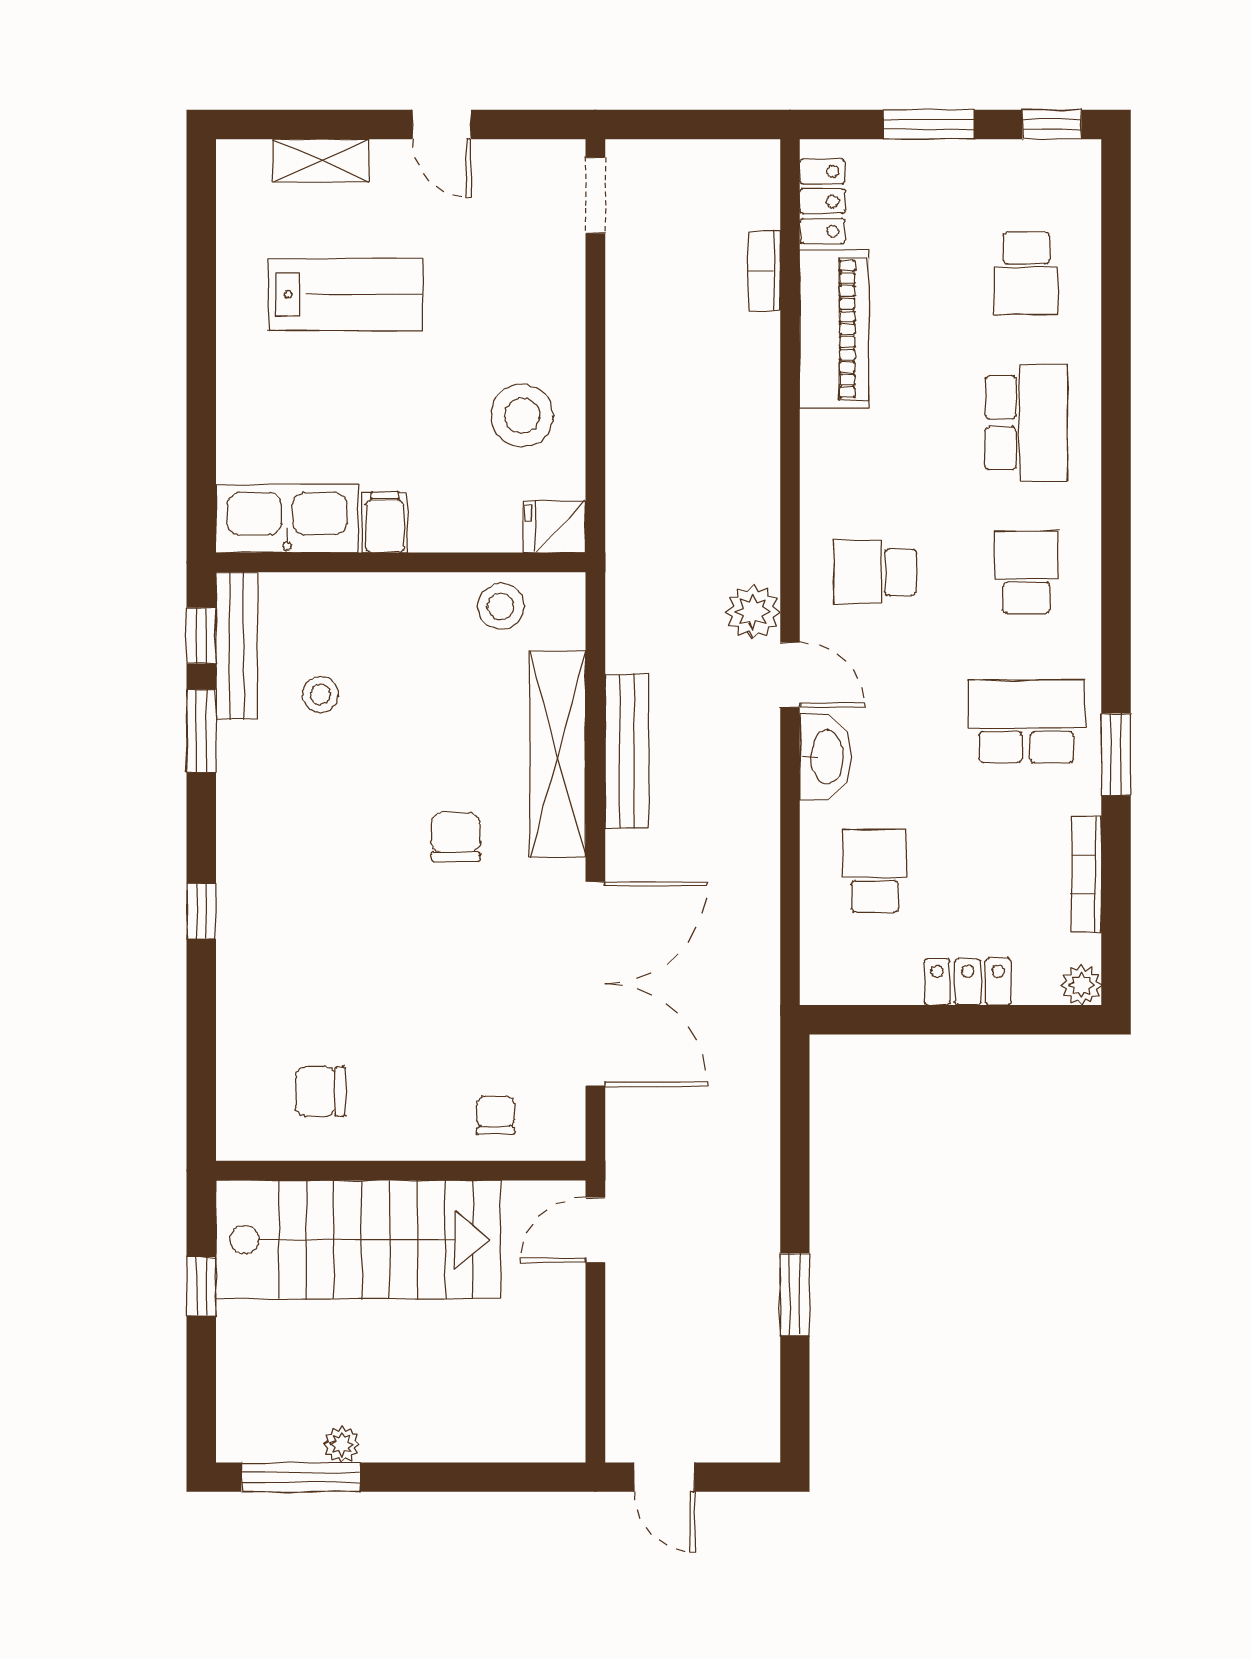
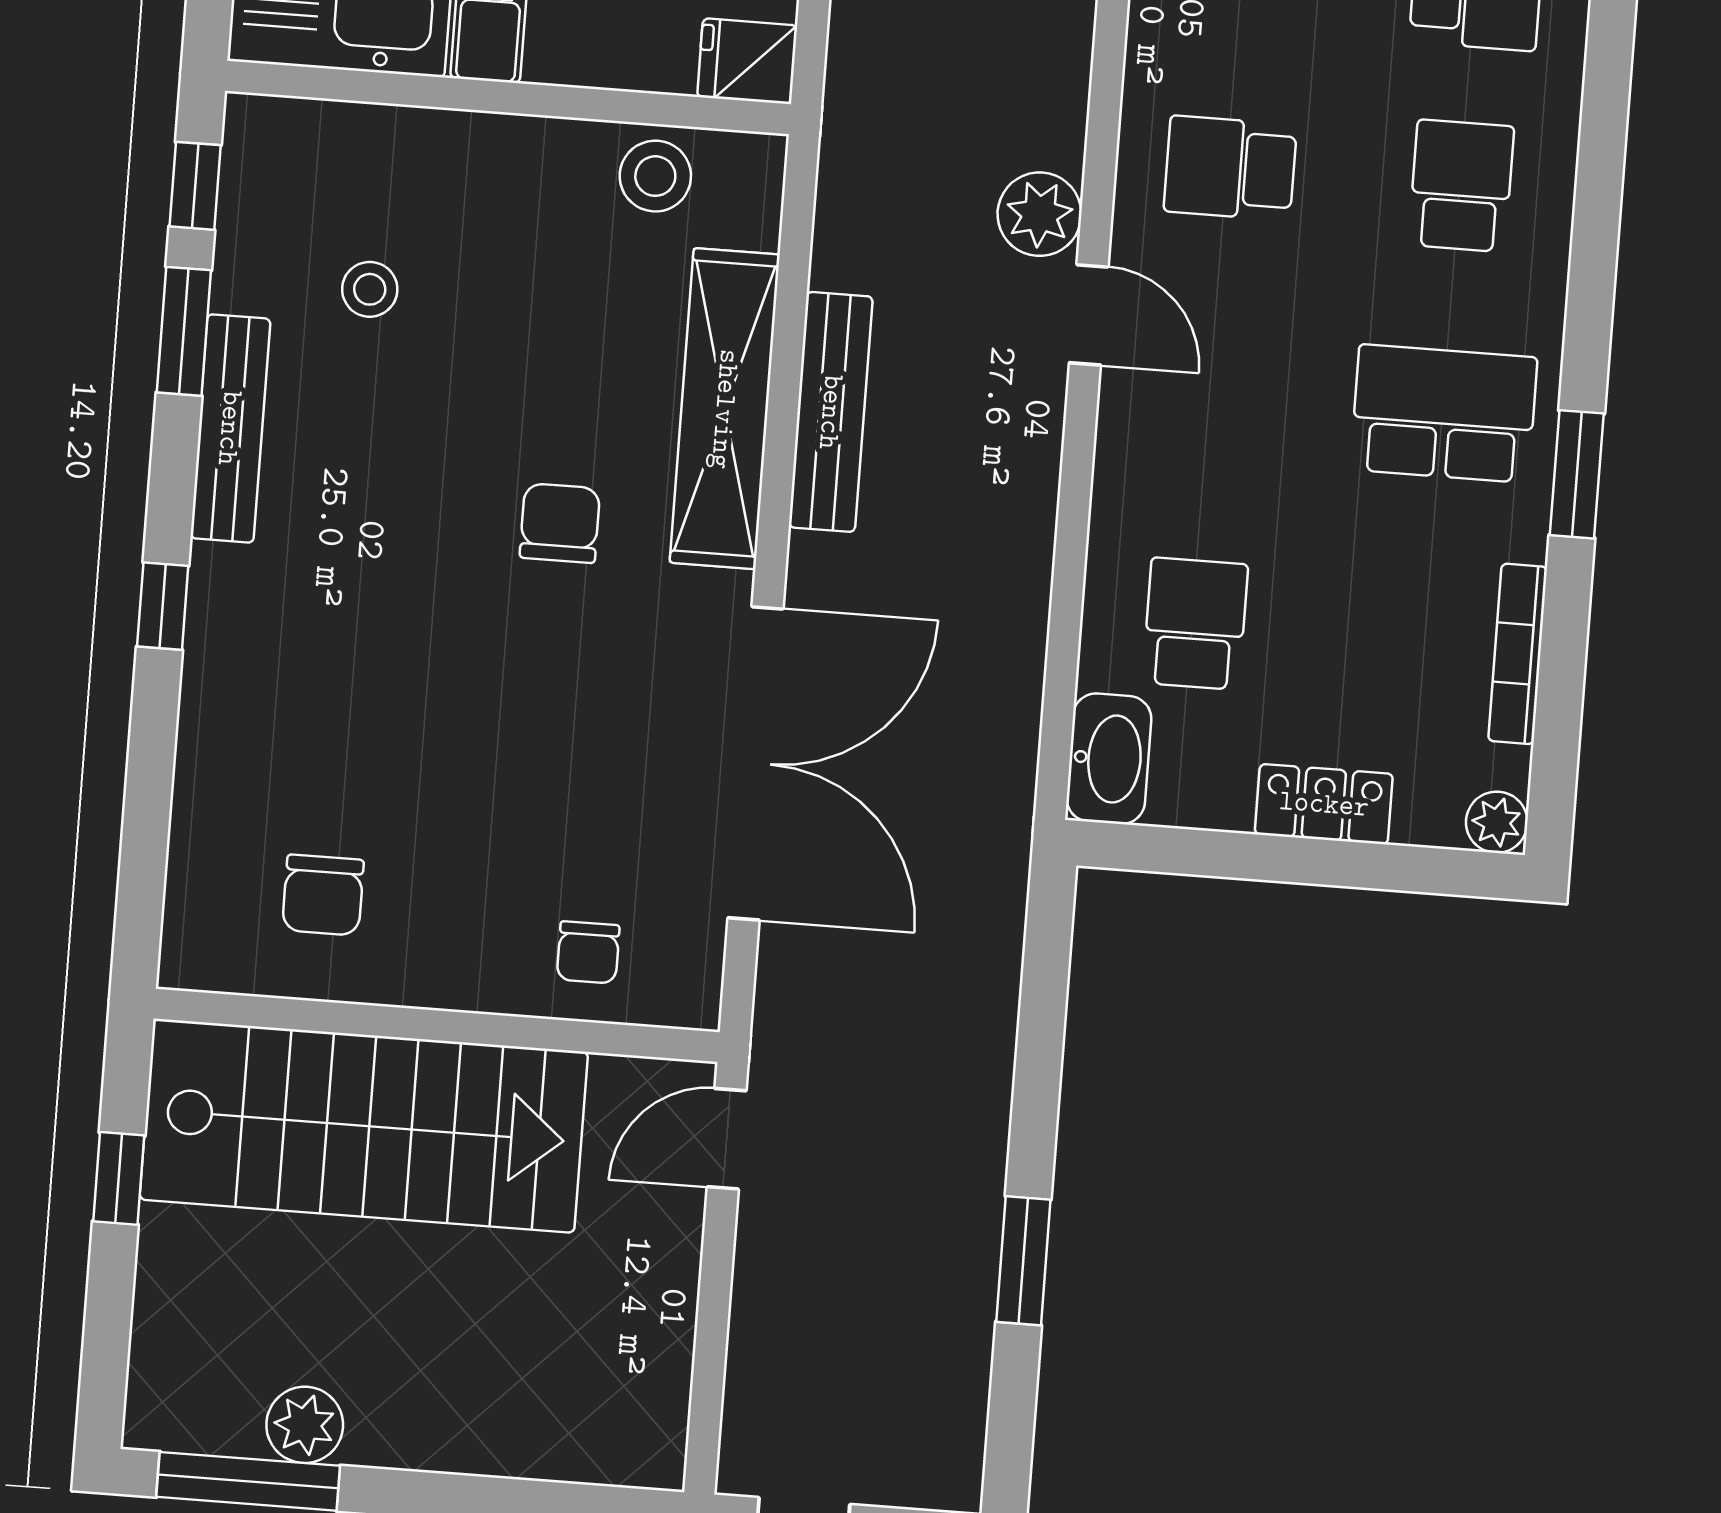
bench: (236, 646) -> (230, 428), moved
washbasin: (825, 757) -> (1109, 759), moved
chair: (320, 1091) -> (323, 895), turned -90
chair: (496, 1115) -> (588, 952), turned 180
plant: (342, 1444) -> (305, 1425), width x1.38, depth x1.38

